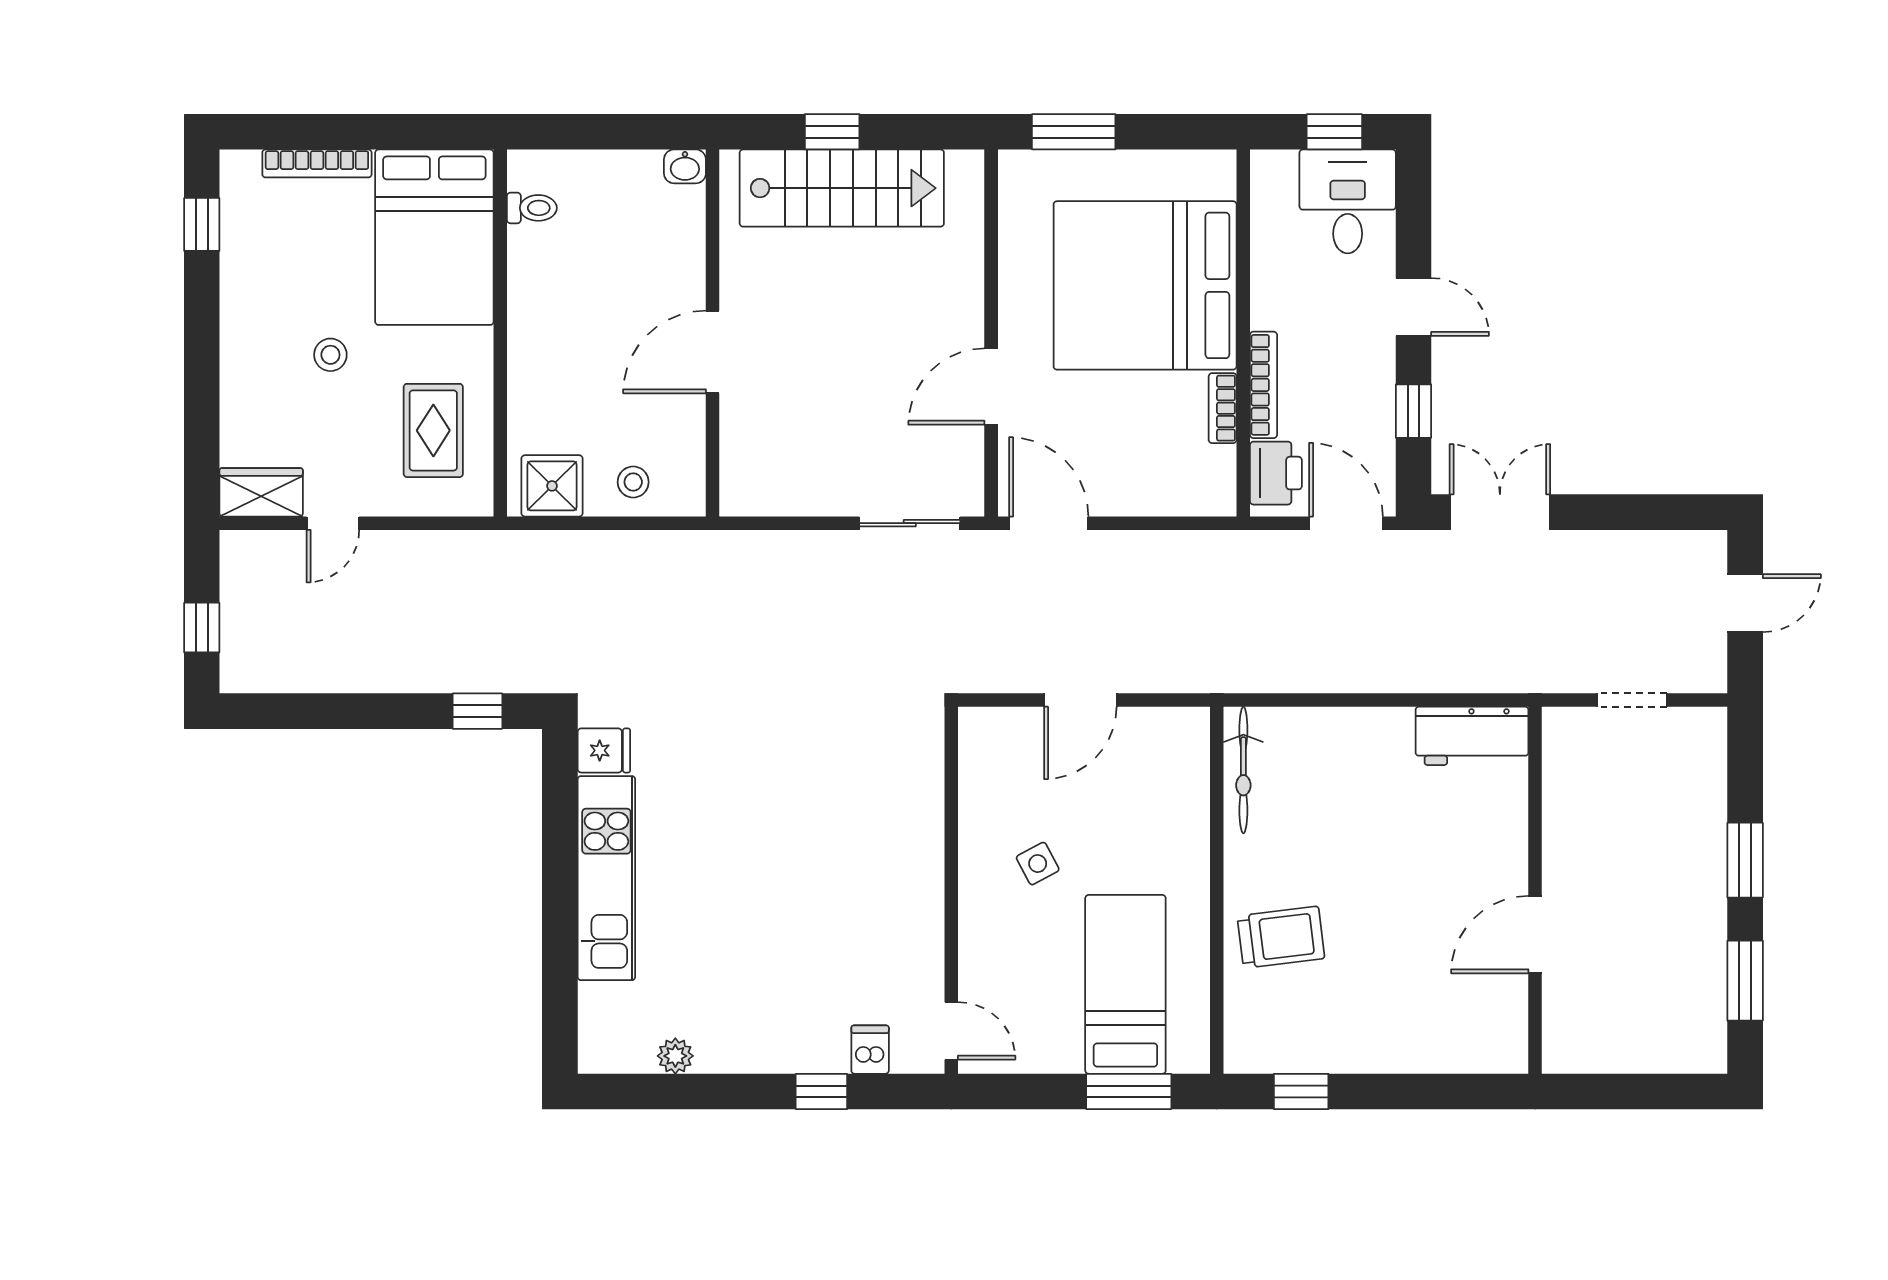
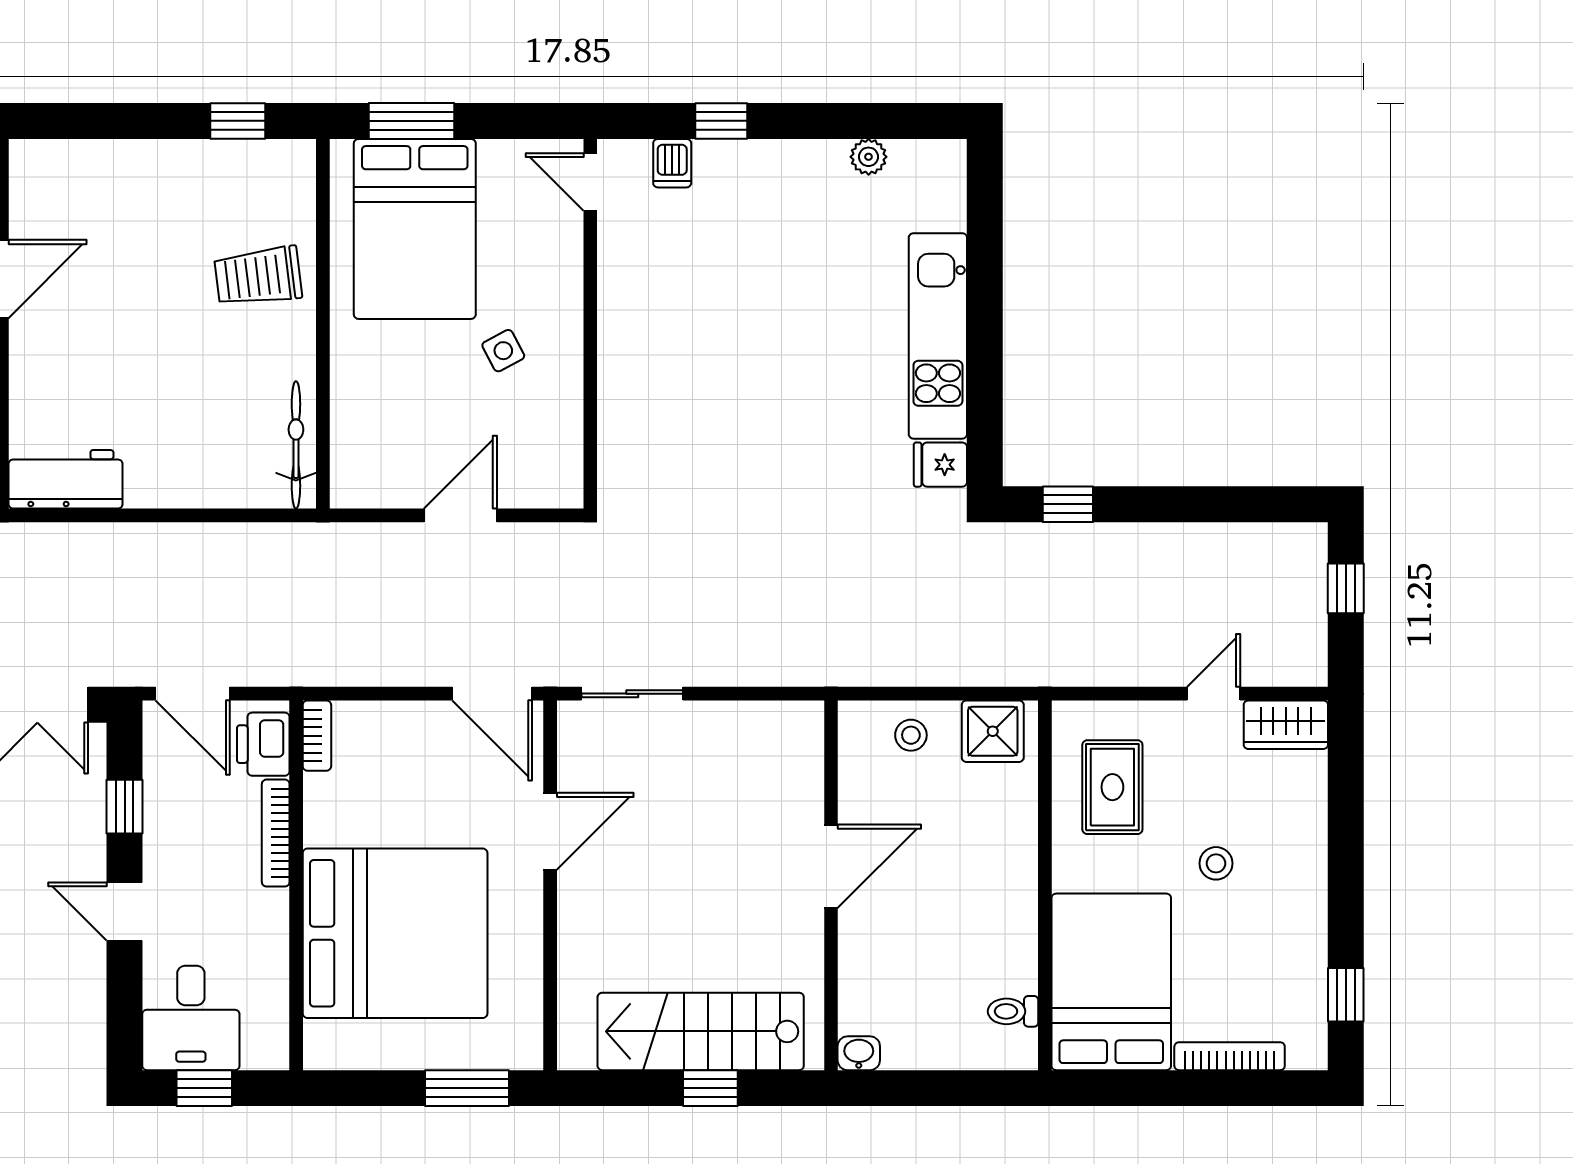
bookcase: (1223, 408) -> (317, 736), moved
bed: (1125, 984) -> (415, 229), width x1.50

